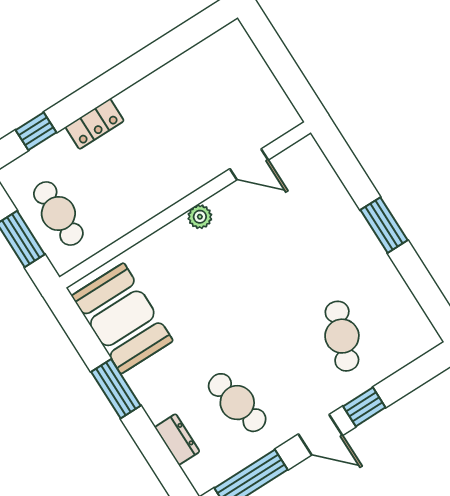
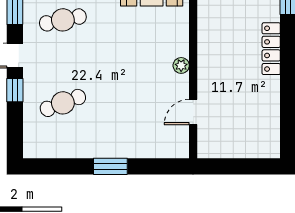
locker: (95, 124) -> (271, 49), width x1.53
cafe table: (342, 336) -> (63, 103), turned -42

